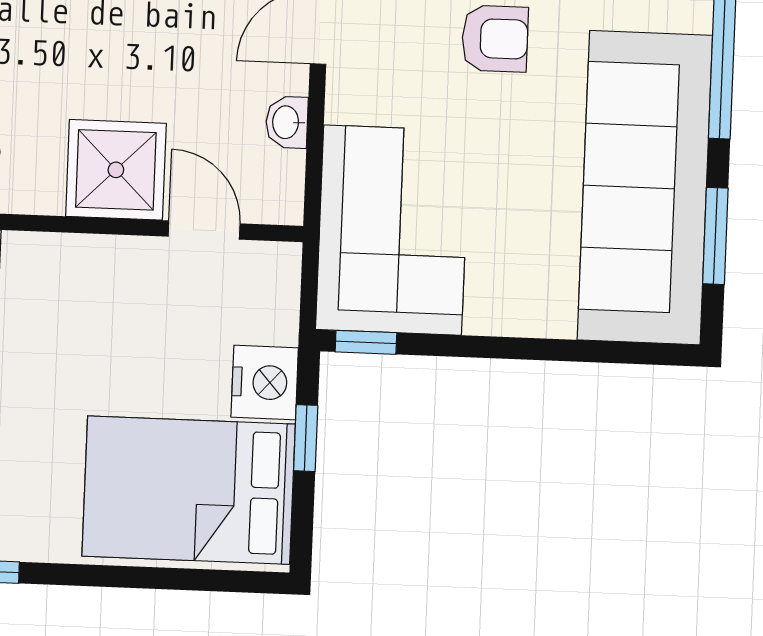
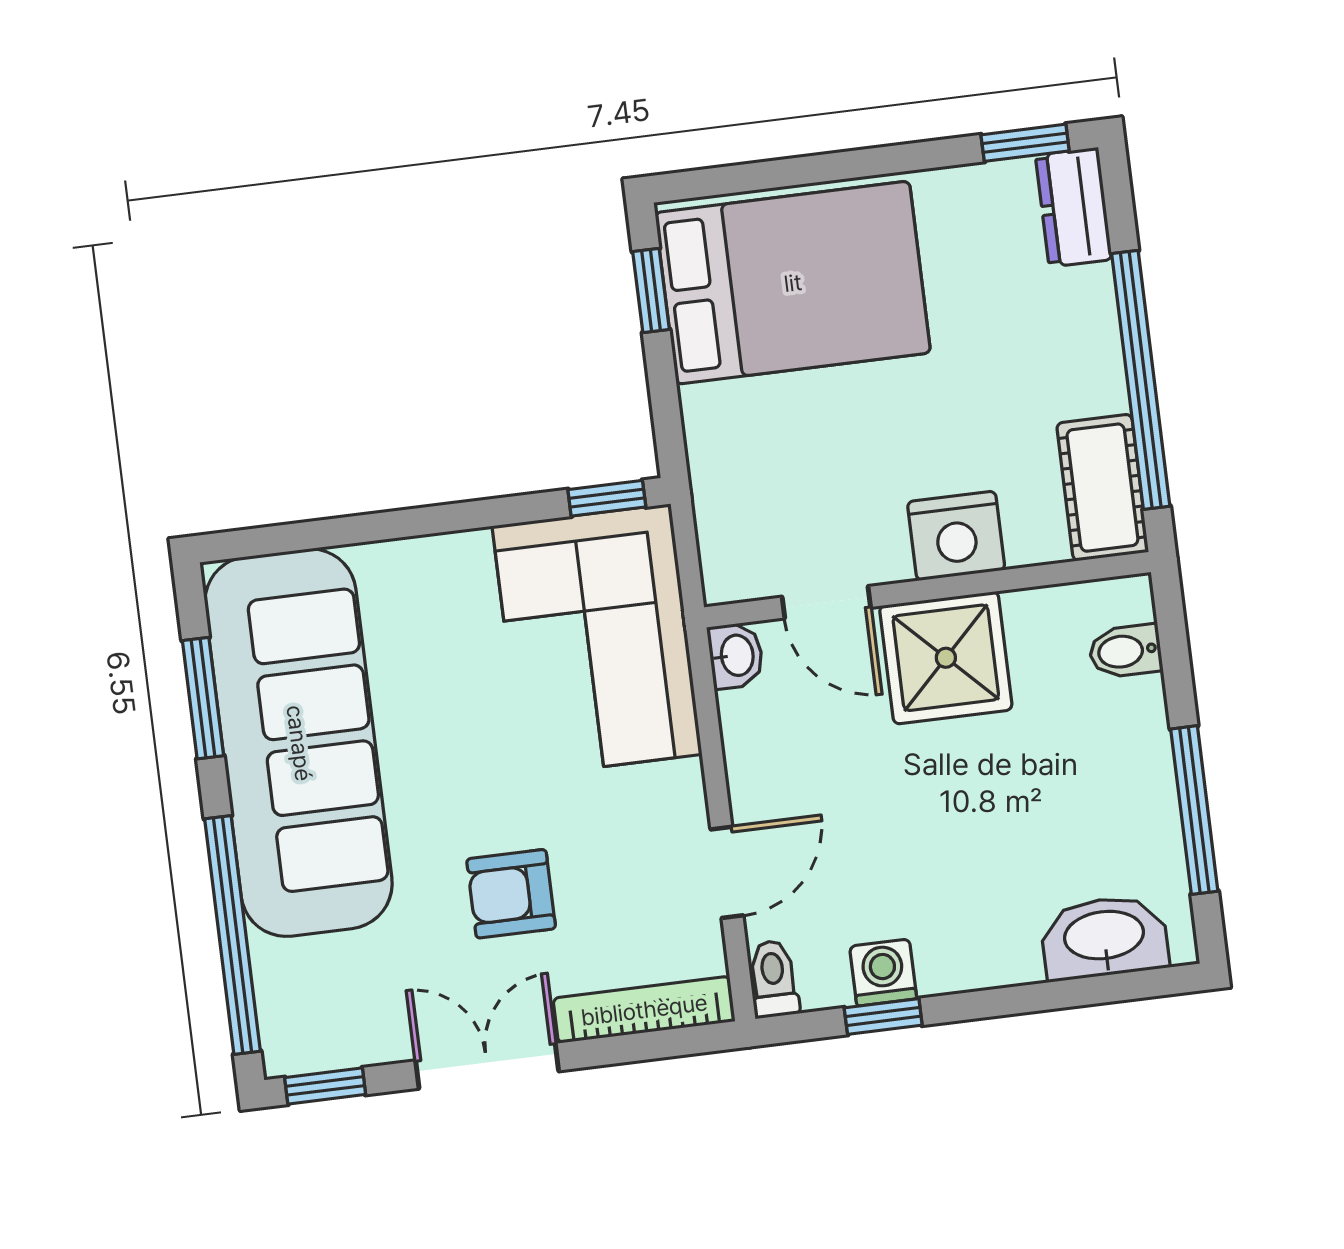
washbasin: (287, 122) -> (736, 655), moved
nightstand: (265, 382) -> (956, 536), moved, turned -90
window: (306, 438) -> (651, 290), moved

